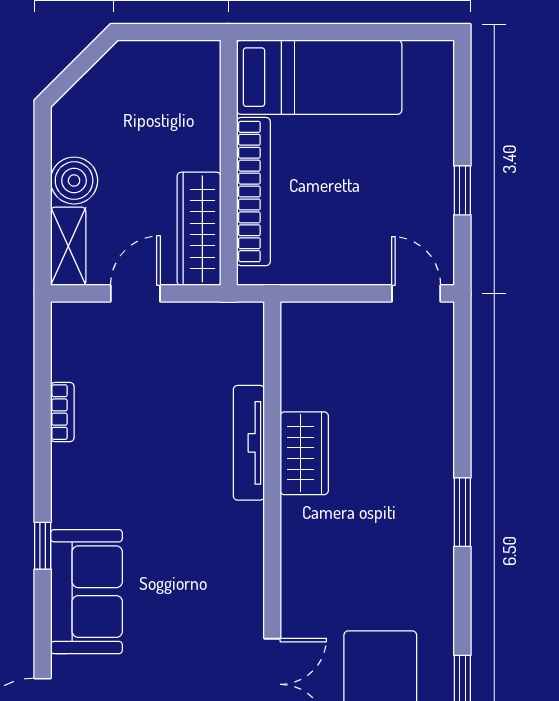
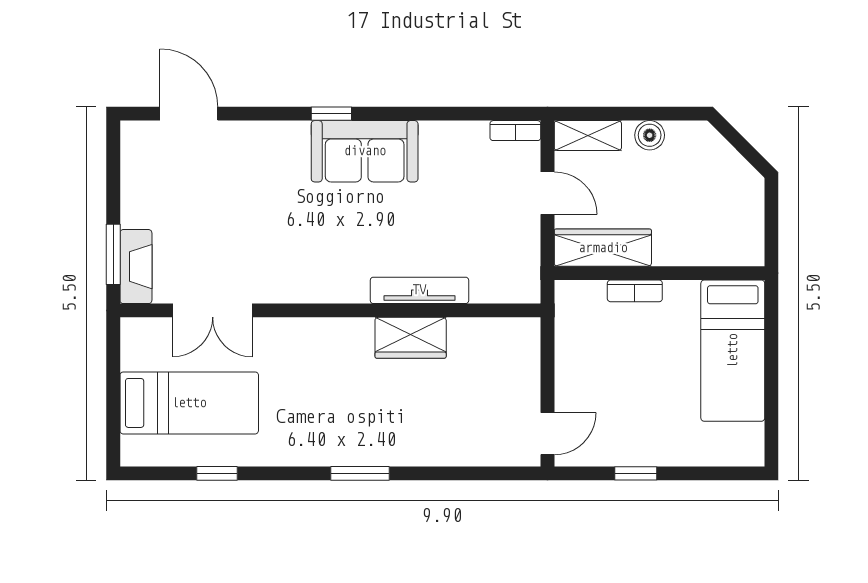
boiler: (74, 181) -> (650, 135), width x0.73, depth x0.73
bookcase: (253, 192) -> (635, 291), width x0.43, depth x0.76
bookcase: (62, 412) -> (515, 131), moved
sofa: (86, 592) -> (365, 151), moved

